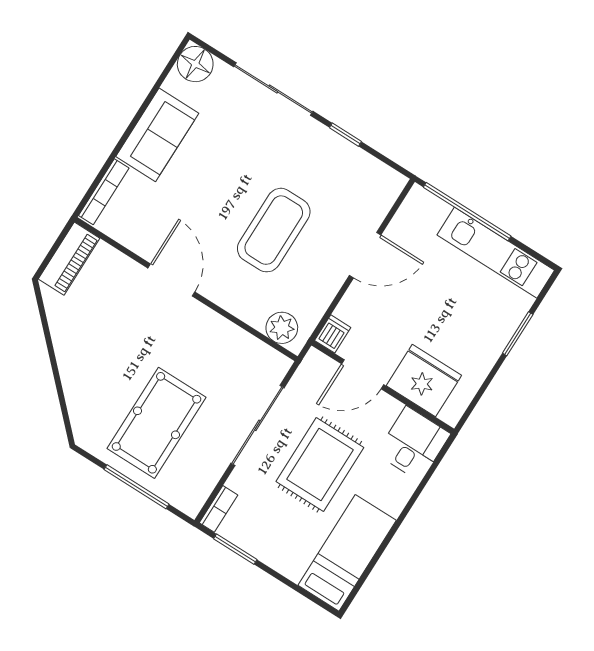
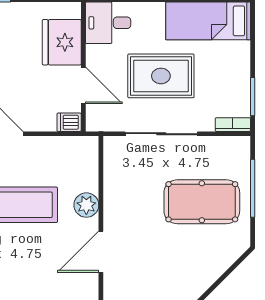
plant: (282, 328) -> (86, 205), moved

